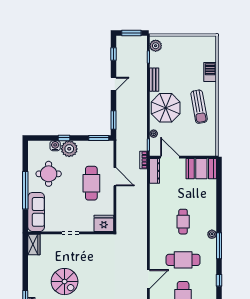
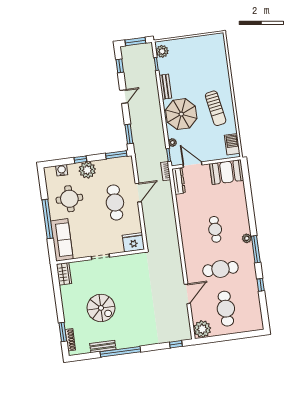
barbecue: (210, 72) -> (232, 144), moved
water cooler: (55, 146) -> (62, 170), moved
door: (115, 177) -> (138, 193), hinge flipped

